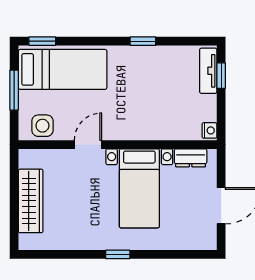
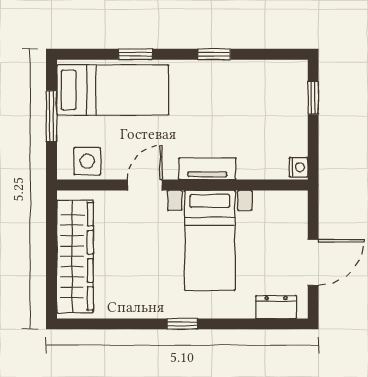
window: (42, 41) -> (135, 54), moved
tv unit: (208, 71) -> (207, 169), moved, turned 90
dresser: (191, 158) -> (276, 307), moved, turned 180
wardrobe: (31, 201) -> (75, 256), width x1.40, depth x1.17

